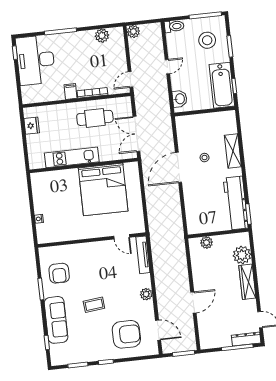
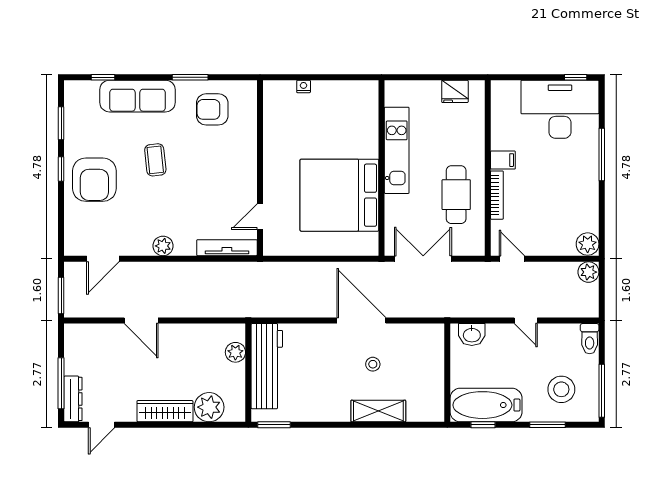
plant: (102, 36) -> (588, 244), moved
workbench: (236, 203) -> (267, 366), moved, turned 90
armchair: (126, 334) -> (94, 180), moved

